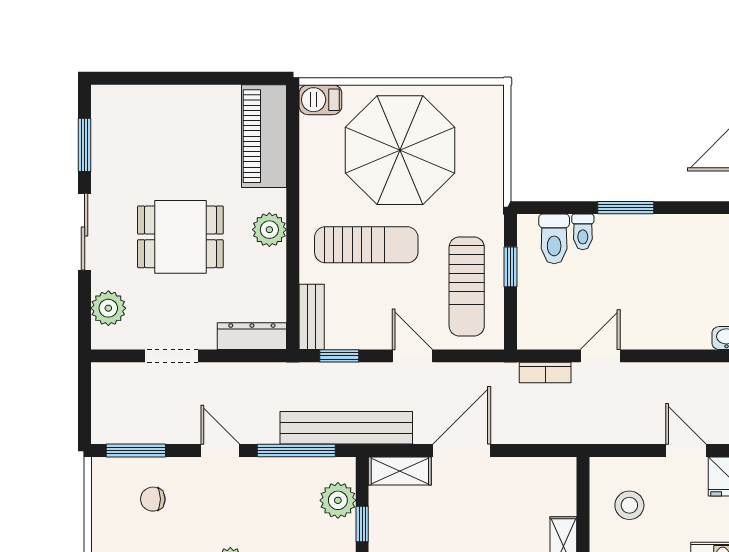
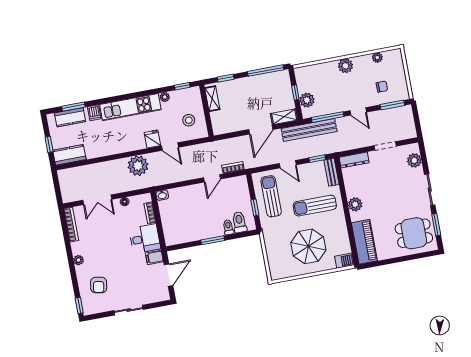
parasol: (400, 150) -> (308, 246), width x0.73, depth x0.73
dining table: (180, 237) -> (414, 233), moved

